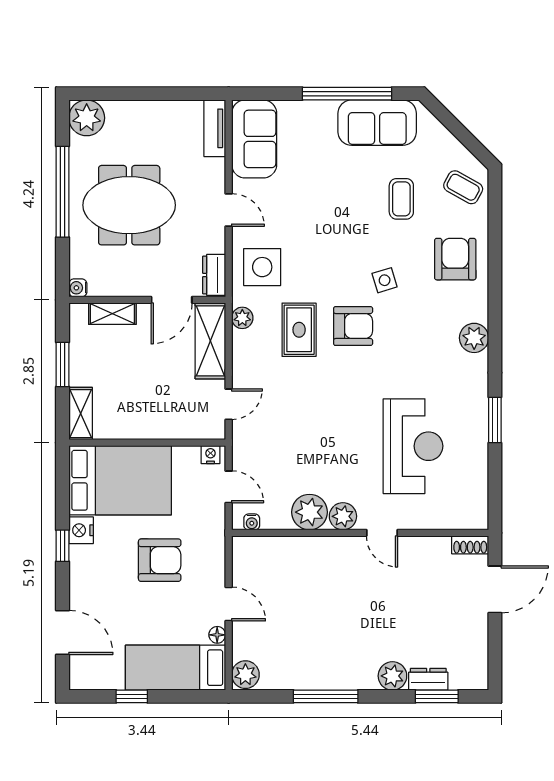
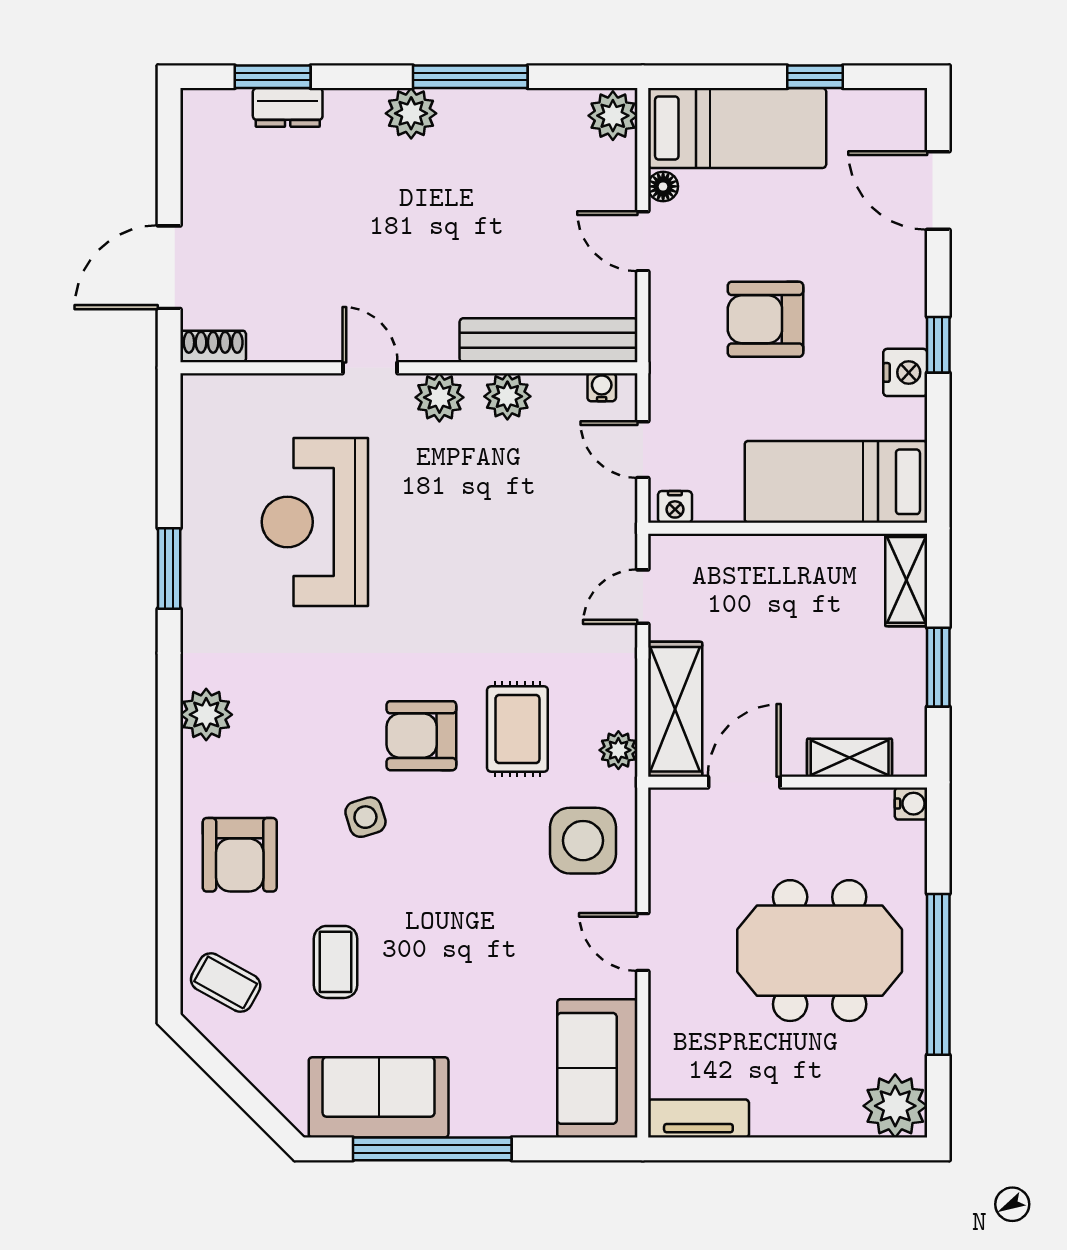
tv unit: (215, 128) -> (698, 1119), moved, turned -90
dresser: (214, 275) -> (669, 826), removed
bed: (120, 480) -> (836, 482), width x0.67
plant: (309, 512) -> (507, 396), width x0.73, depth x0.73
bench: (282, 548) -> (549, 340), added
plant: (392, 676) -> (411, 113), moved

